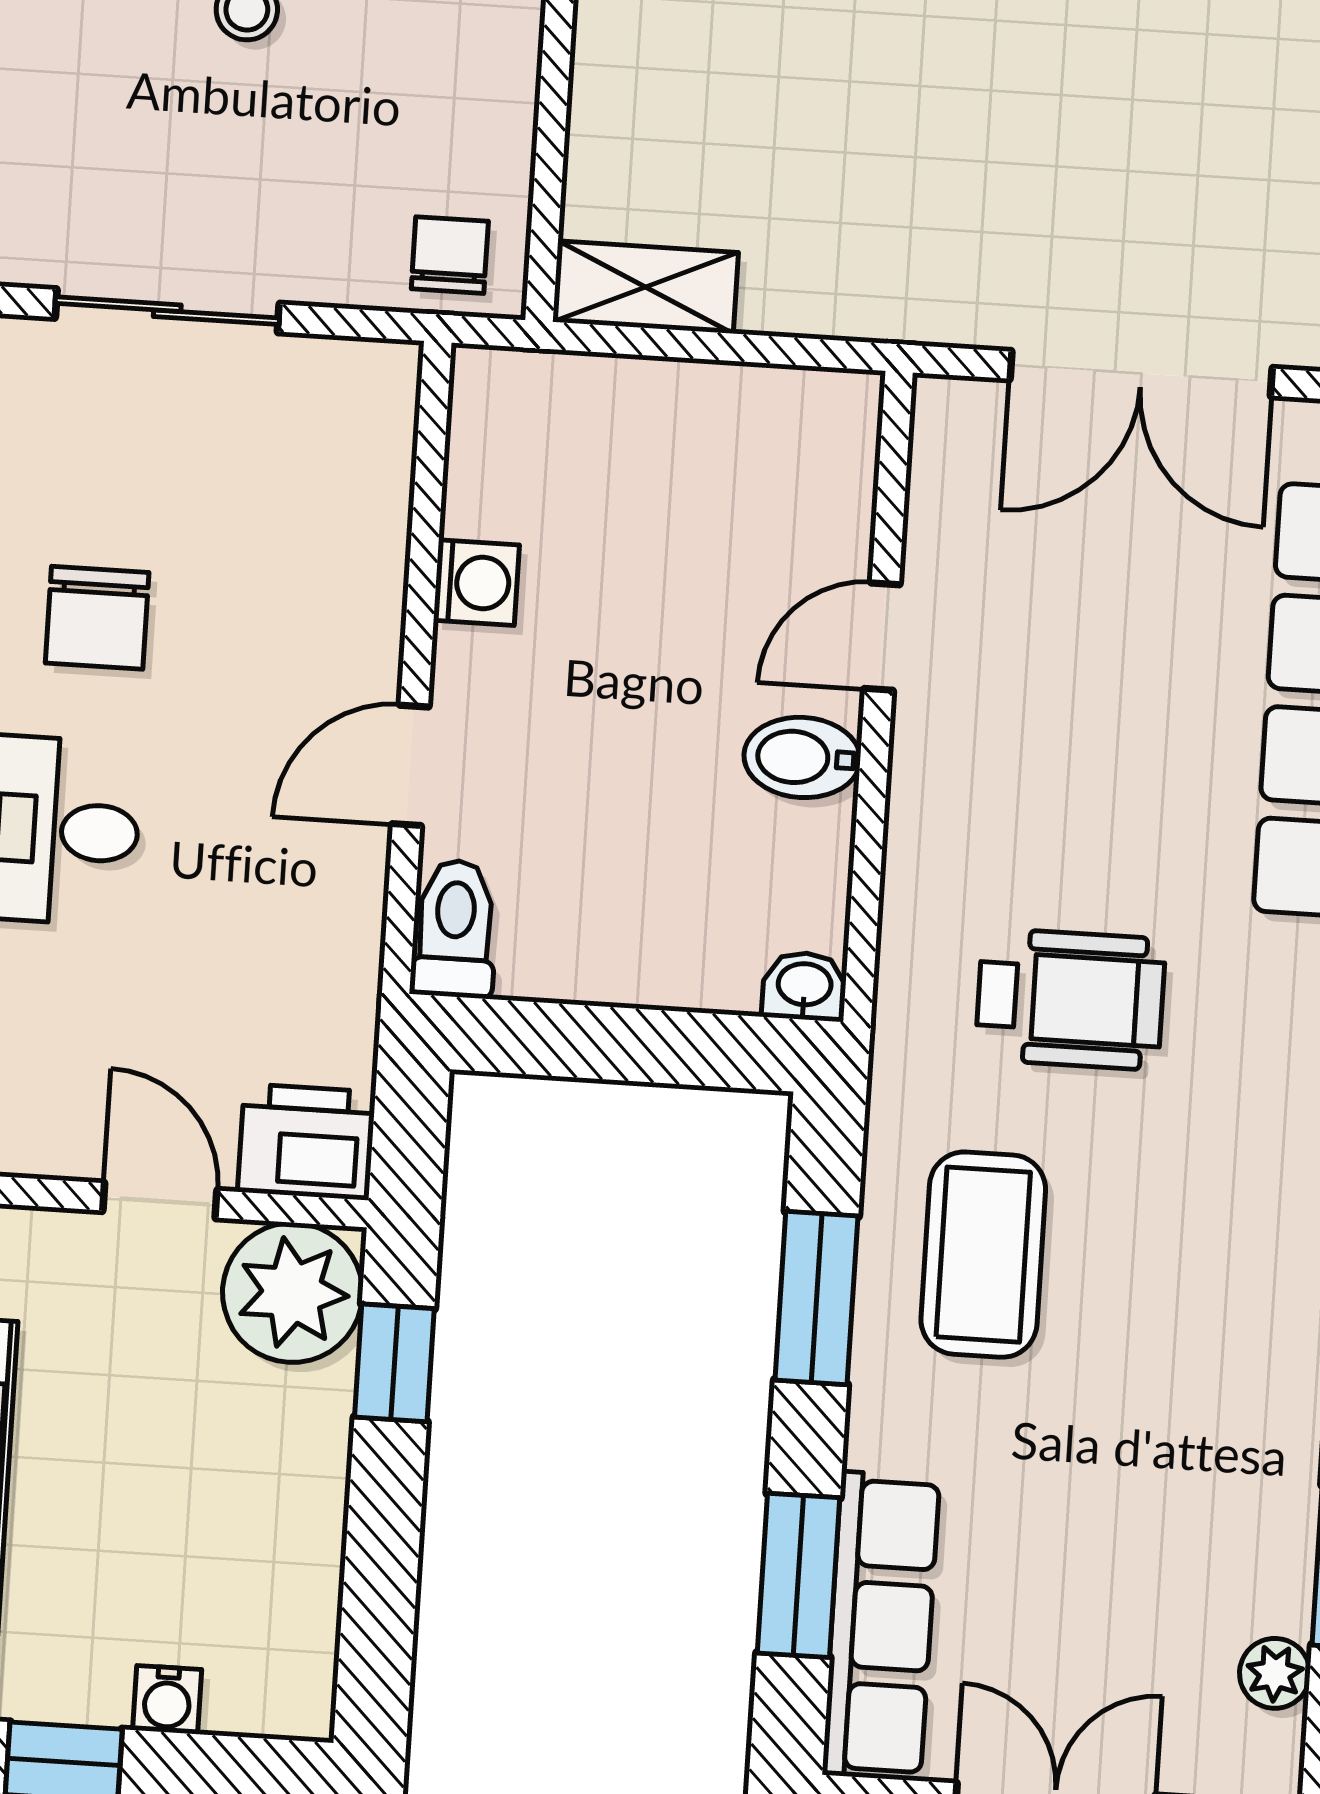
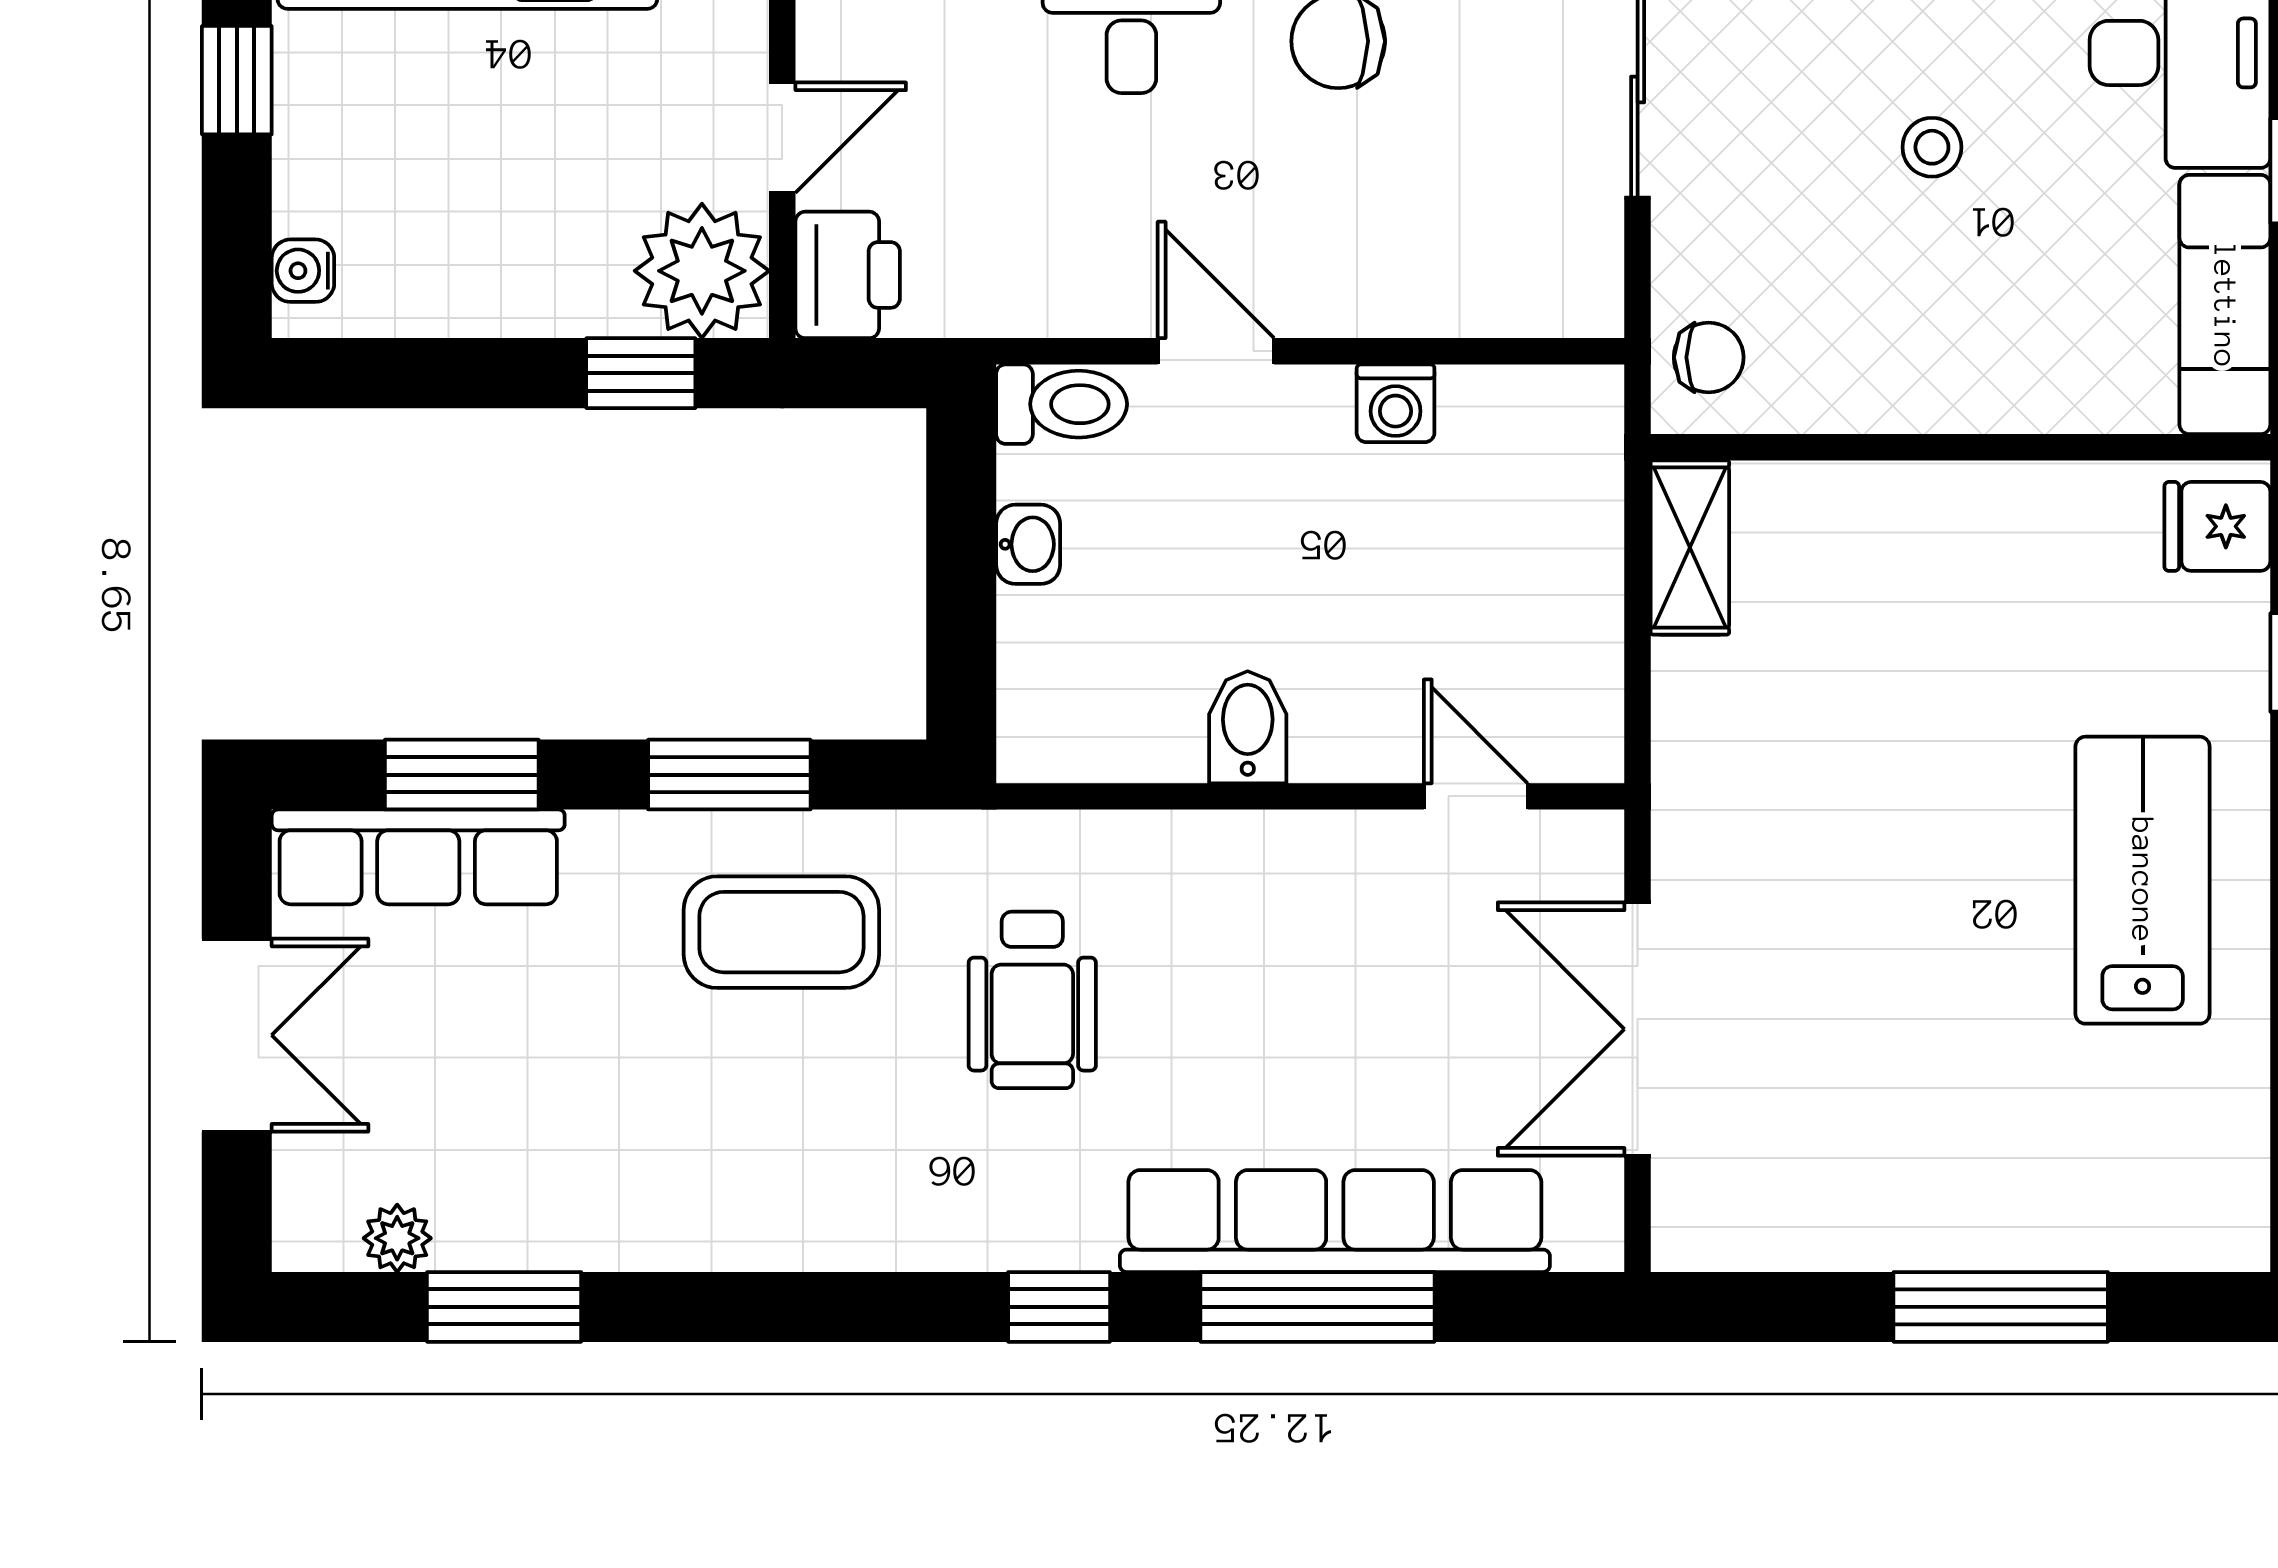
door: (882, 637) -> (1476, 796), moved
washbasin: (804, 986) -> (1028, 544), moved
water cooler: (167, 1700) -> (303, 271), moved

